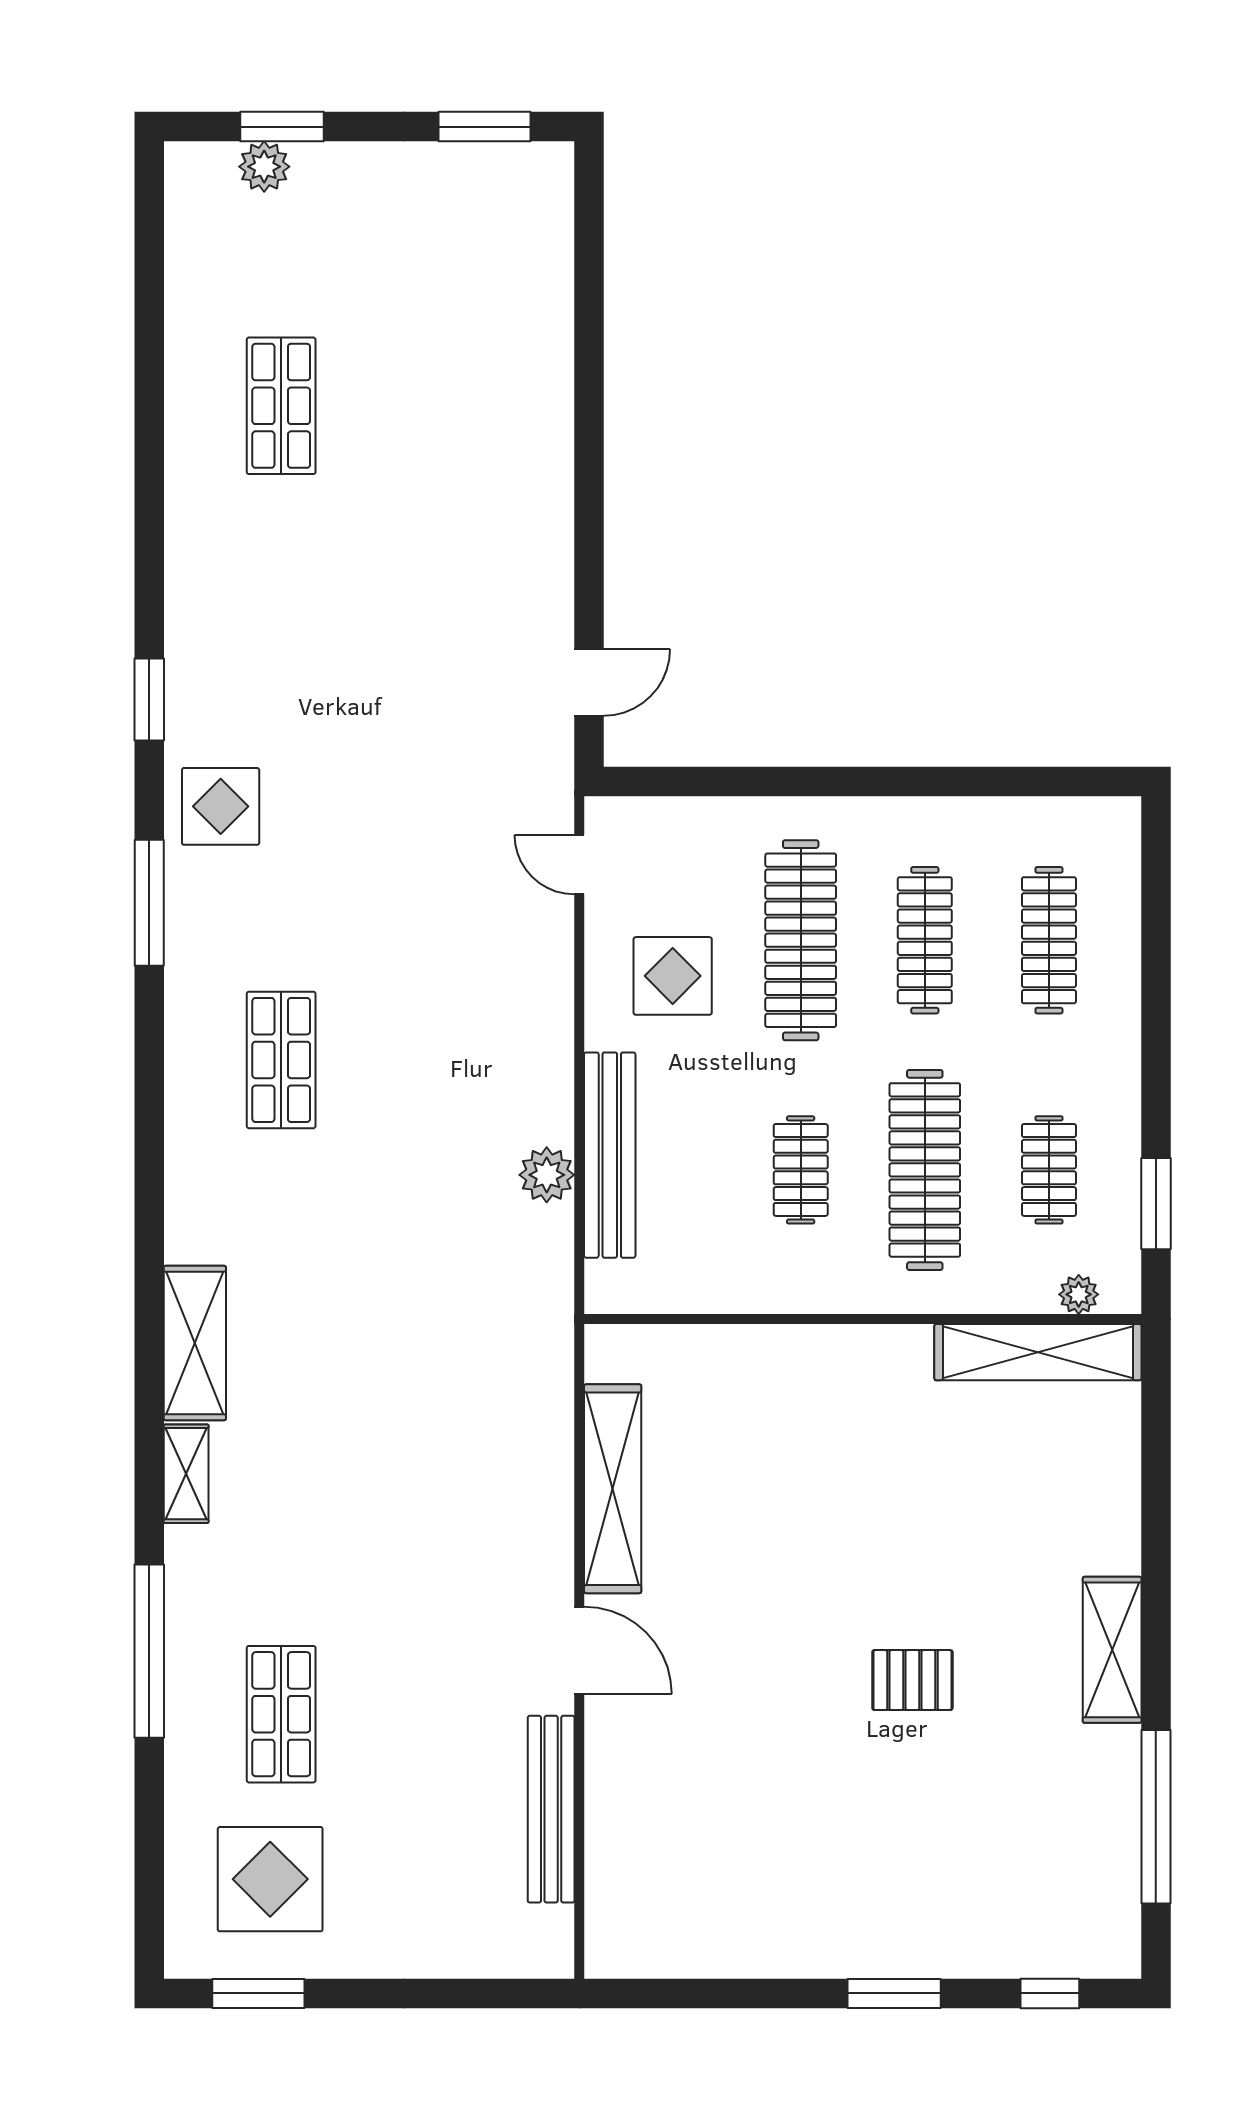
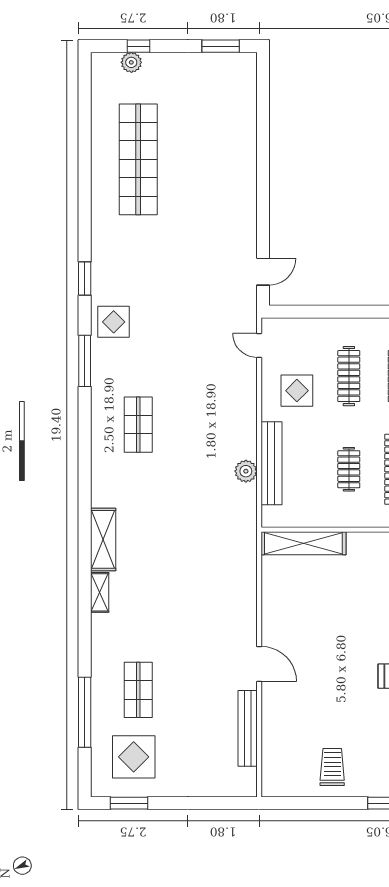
window: (282, 127) -> (139, 46), width x0.67
shop shelf: (281, 406) -> (138, 159), width x2.00, depth x1.36
clothes rail: (801, 940) -> (349, 376), width x0.73, depth x0.76
shelving: (613, 1489) -> (303, 543), moved, turned 90
window: (149, 1651) -> (85, 712), moved
trolley: (760, 1904) -> (332, 767), added

